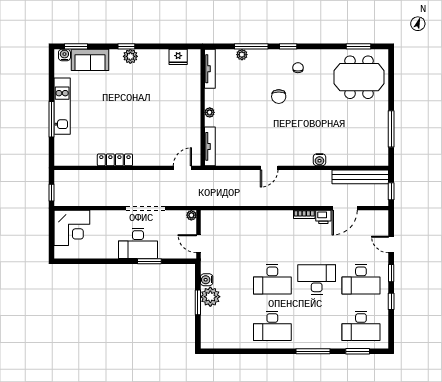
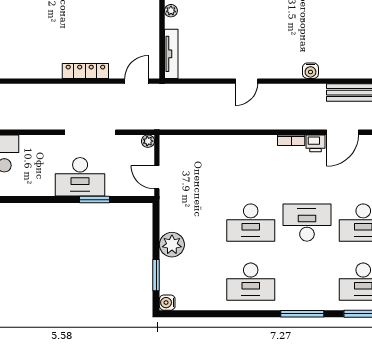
locker: (115, 160) -> (85, 71), moved
water cooler: (207, 280) -> (167, 303), moved
window: (198, 302) -> (156, 275), moved

